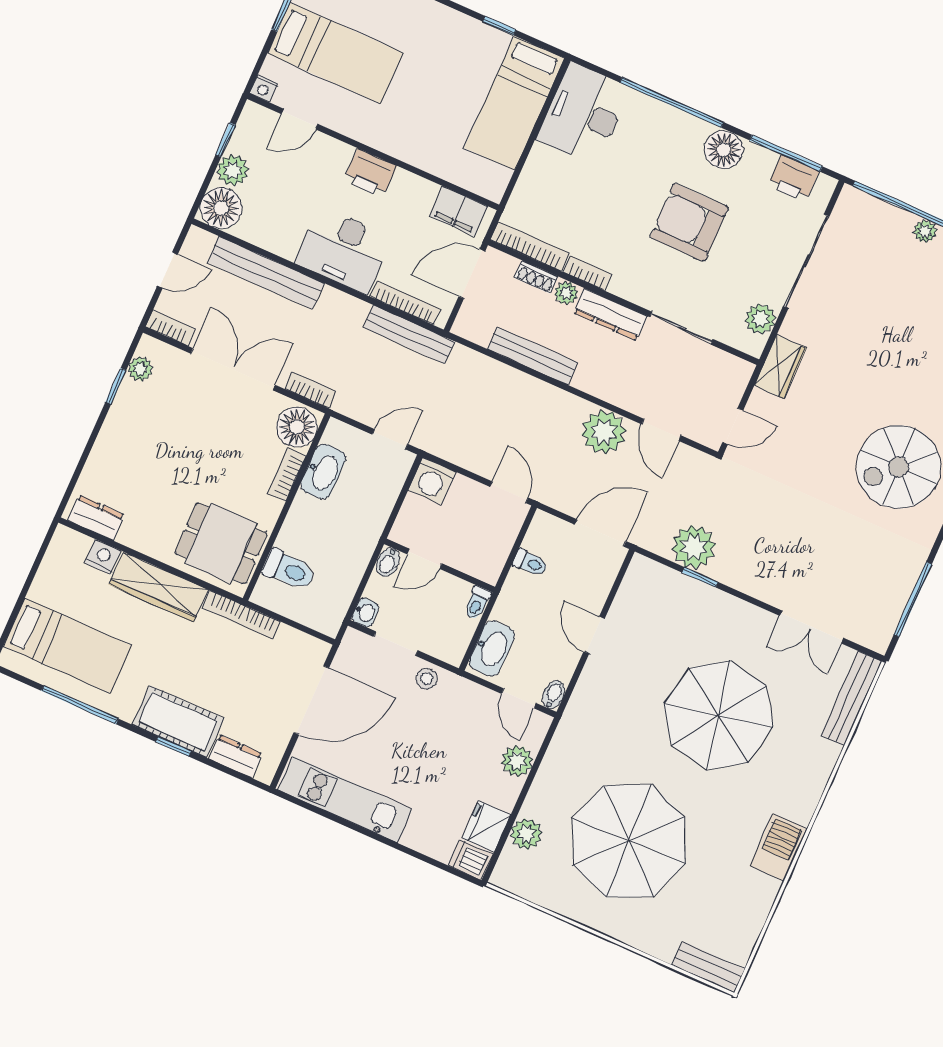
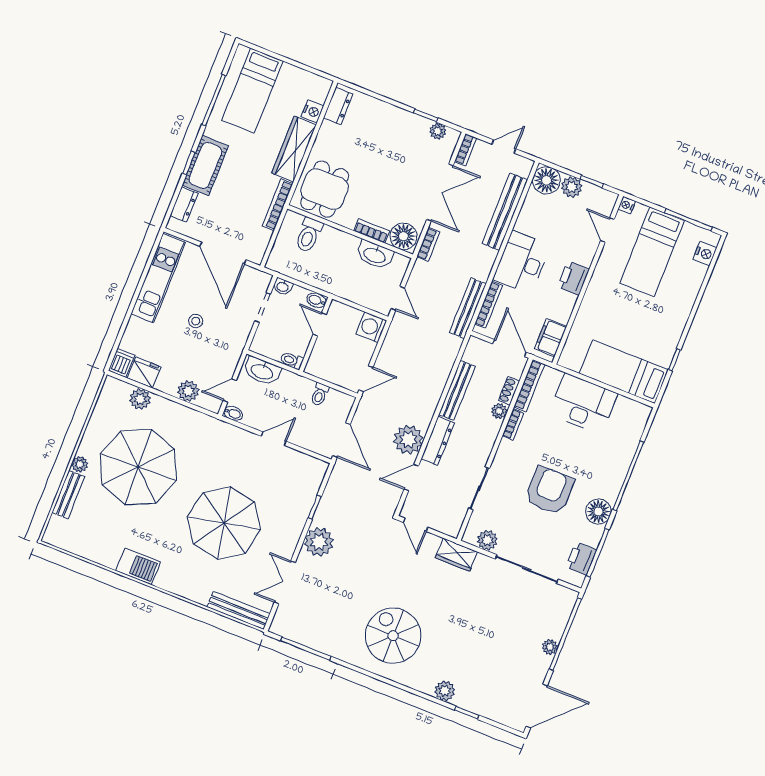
desk: (583, 114) -> (583, 404), moved
door: (167, 270) -> (504, 147), swing flipped
dresser: (610, 315) -> (438, 441), moved, turned 180
plant: (694, 547) -> (319, 542), moved
stool: (427, 679) -> (196, 321), moved
plant: (621, 929) -> (80, 464), added
bench: (708, 967) -> (68, 495), moved

